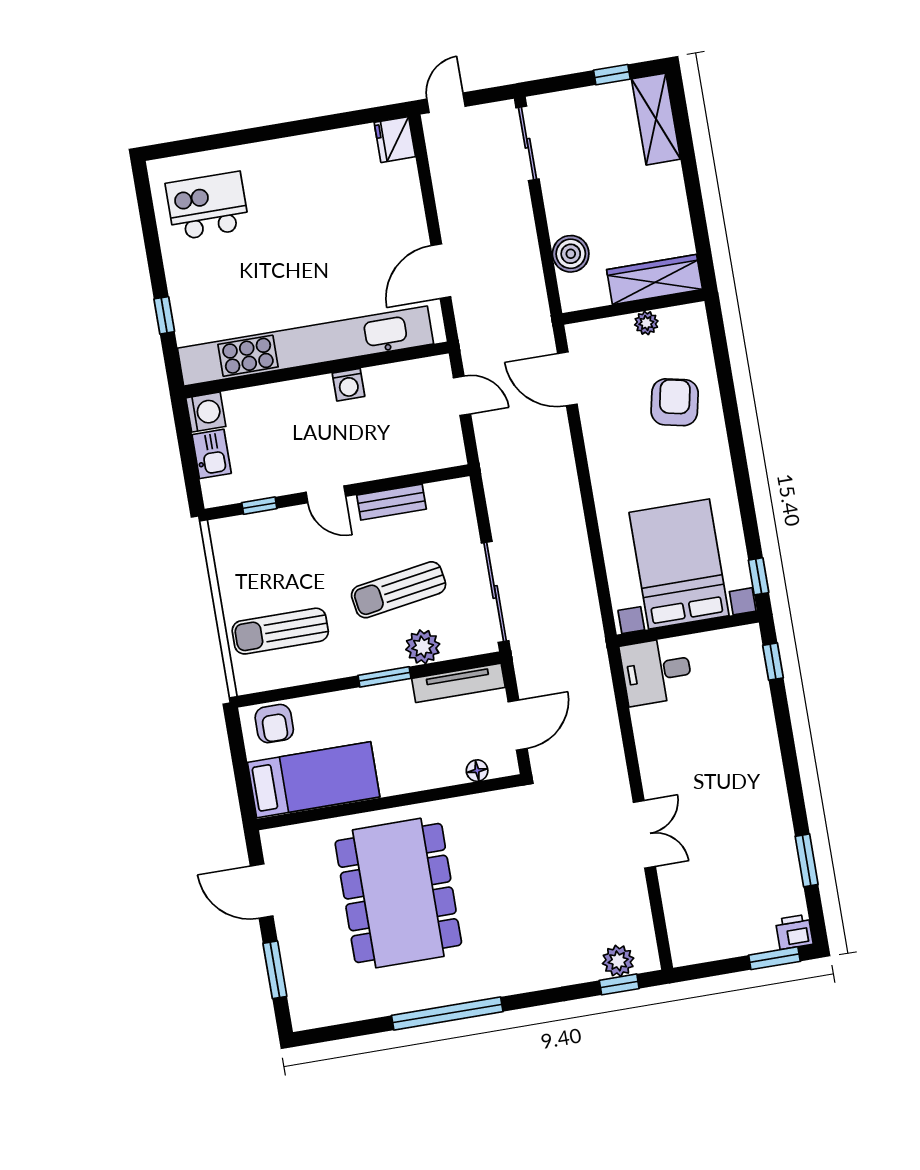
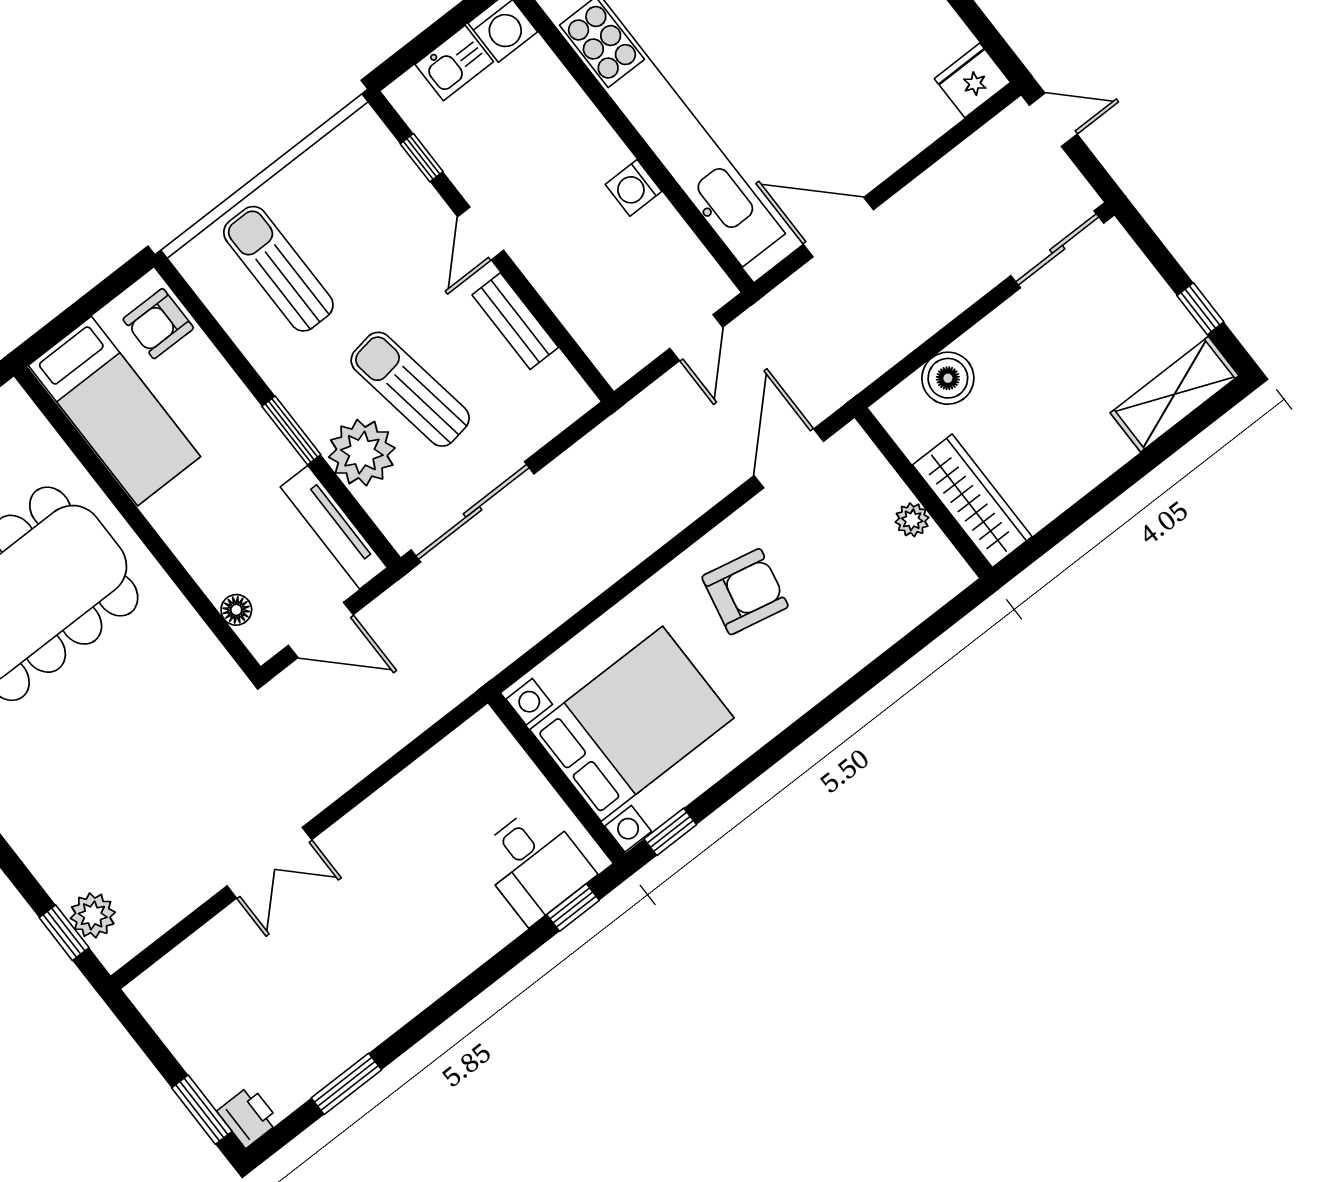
armchair: (675, 402) -> (745, 592), moved
plant: (423, 647) -> (362, 453), width x1.36, depth x1.36
desk: (656, 671) -> (534, 864), moved, turned 180

